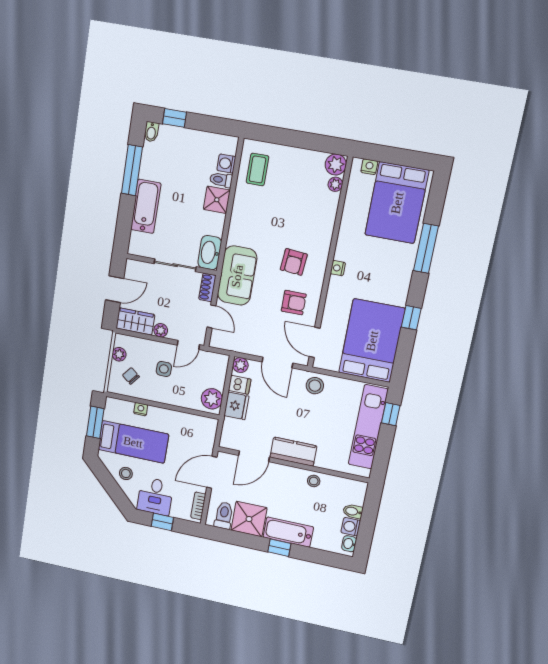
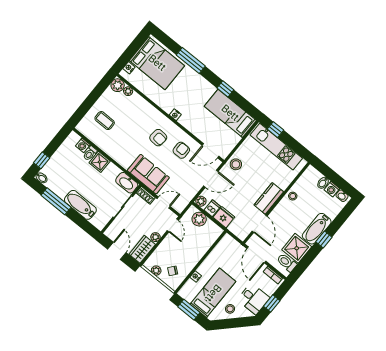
coffee table: (257, 170) -> (105, 121), moved
bed: (372, 341) -> (230, 113), width x0.67
side table: (164, 369) -> (179, 248), removed
plant: (212, 399) -> (199, 219), moved

